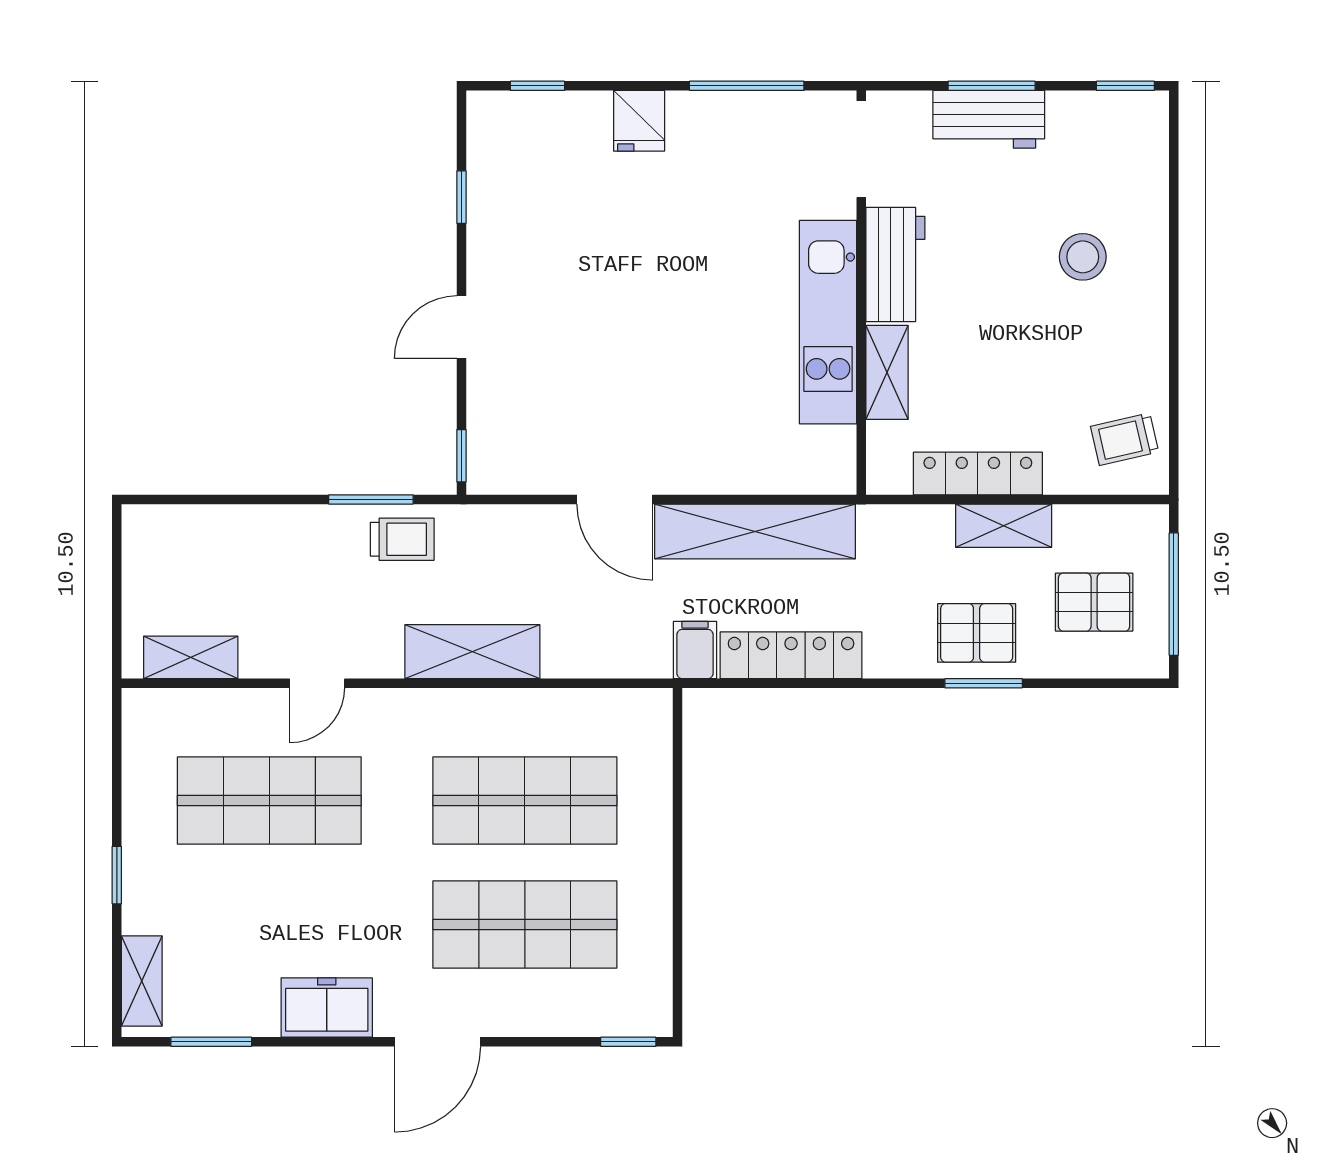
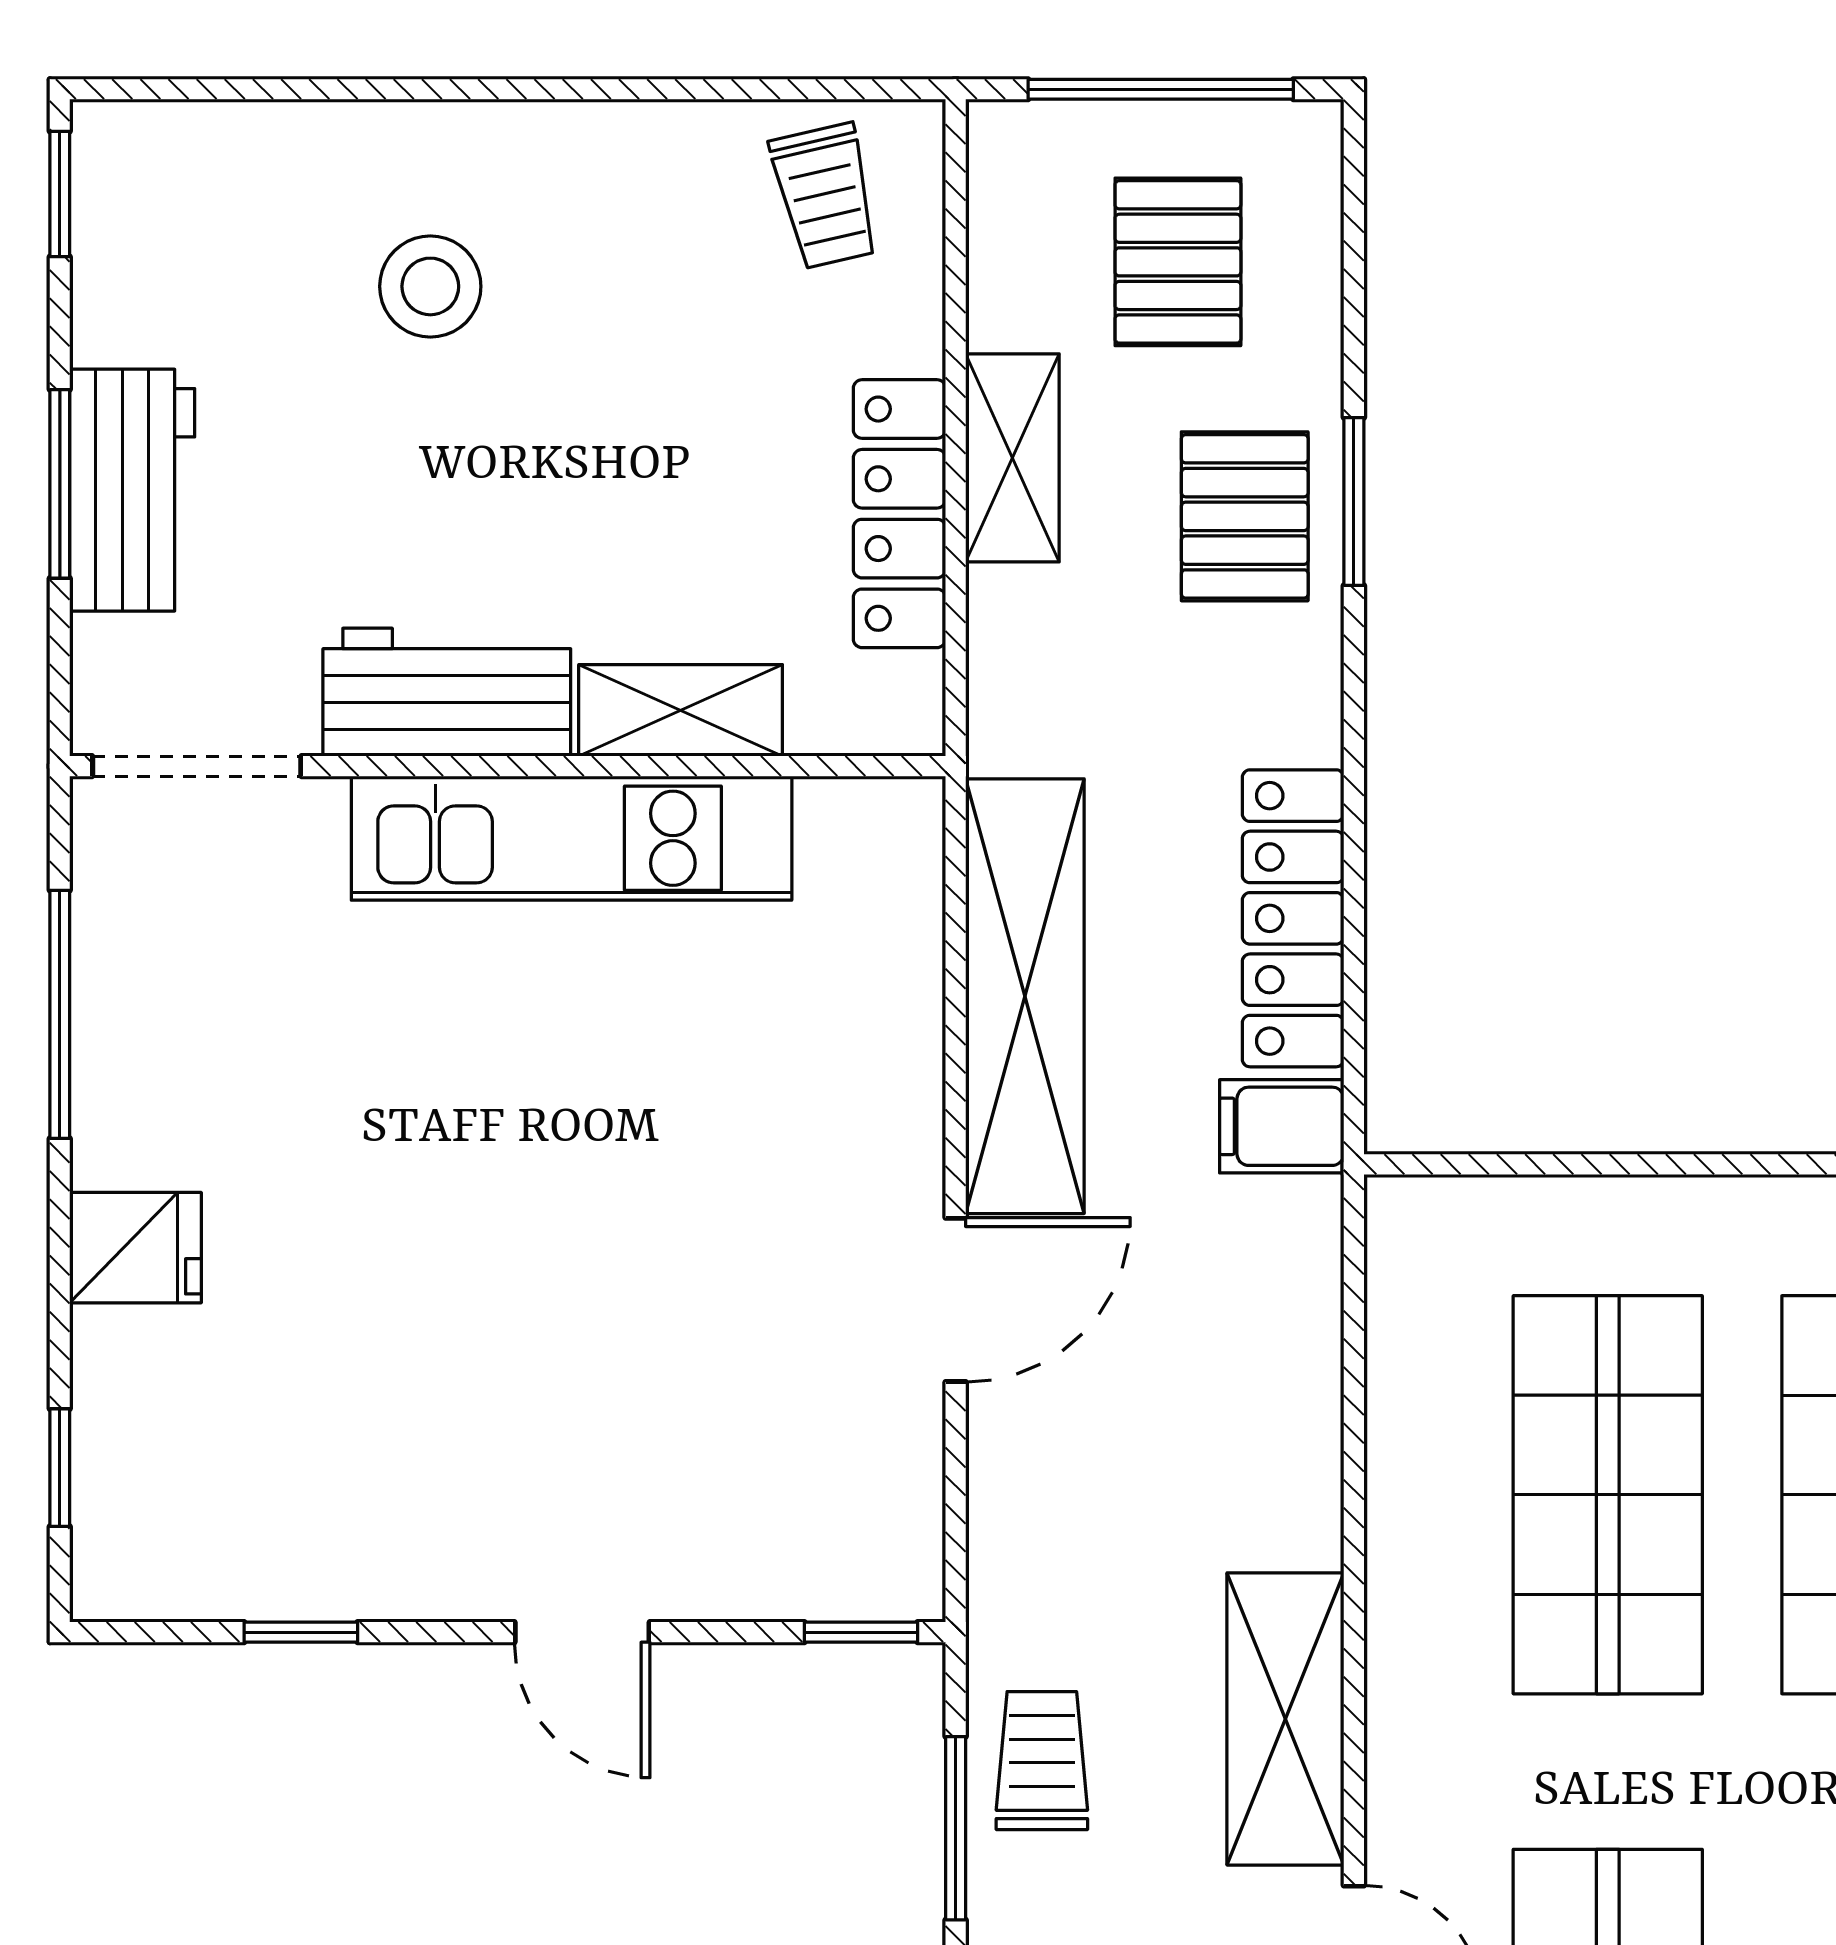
shelving: (472, 652) -> (1285, 1719), moved

